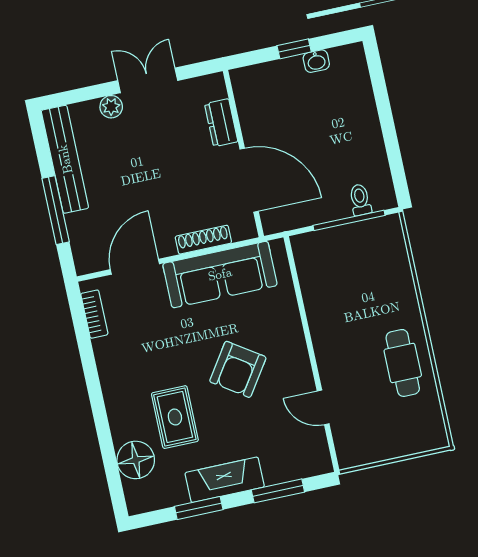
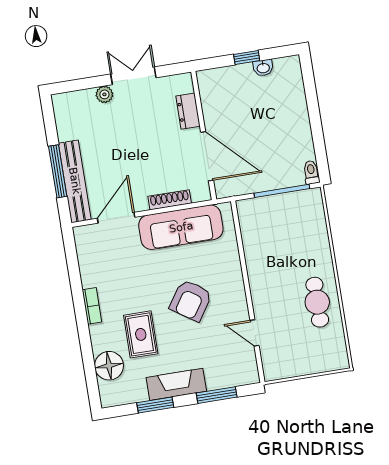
bench: (65, 159) -> (75, 181), moved
toilet: (360, 200) -> (311, 172), moved
bookcase: (94, 314) -> (92, 306), moved

